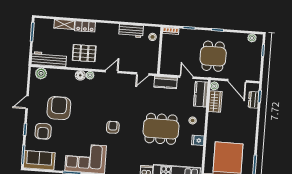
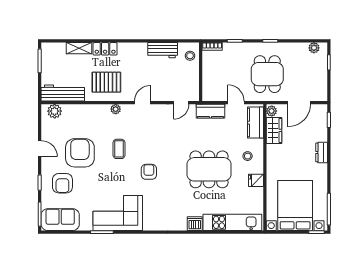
floor lamp: (80, 75) -> (104, 110), removed
door: (237, 81) -> (299, 103), hinge flipped
dresser: (254, 100) -> (322, 152), moved
door: (27, 102) -> (40, 149), swing flipped
coffee table: (90, 107) -> (119, 149), added

